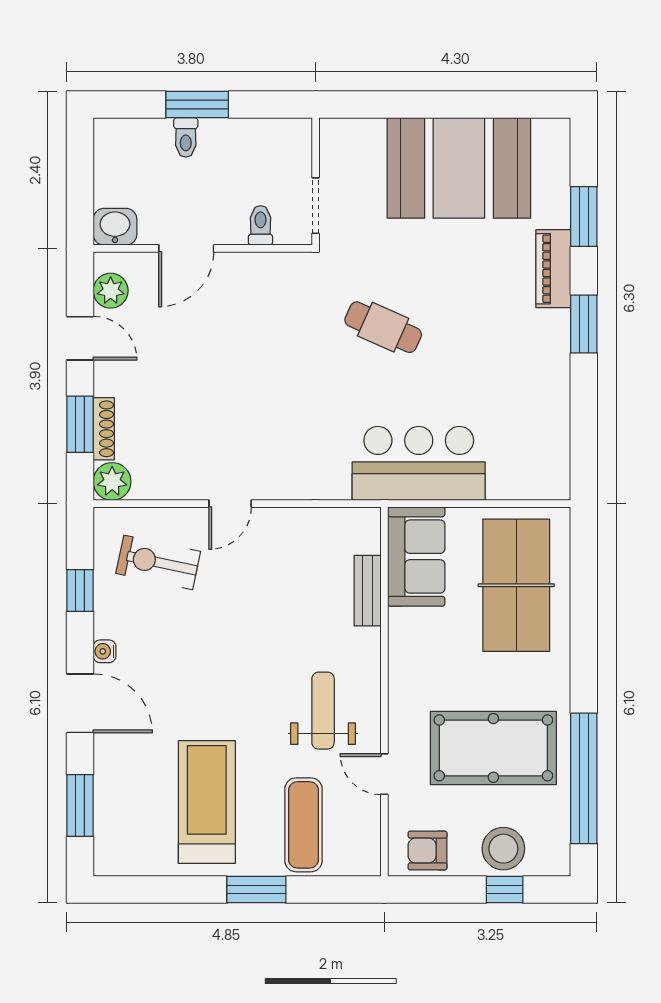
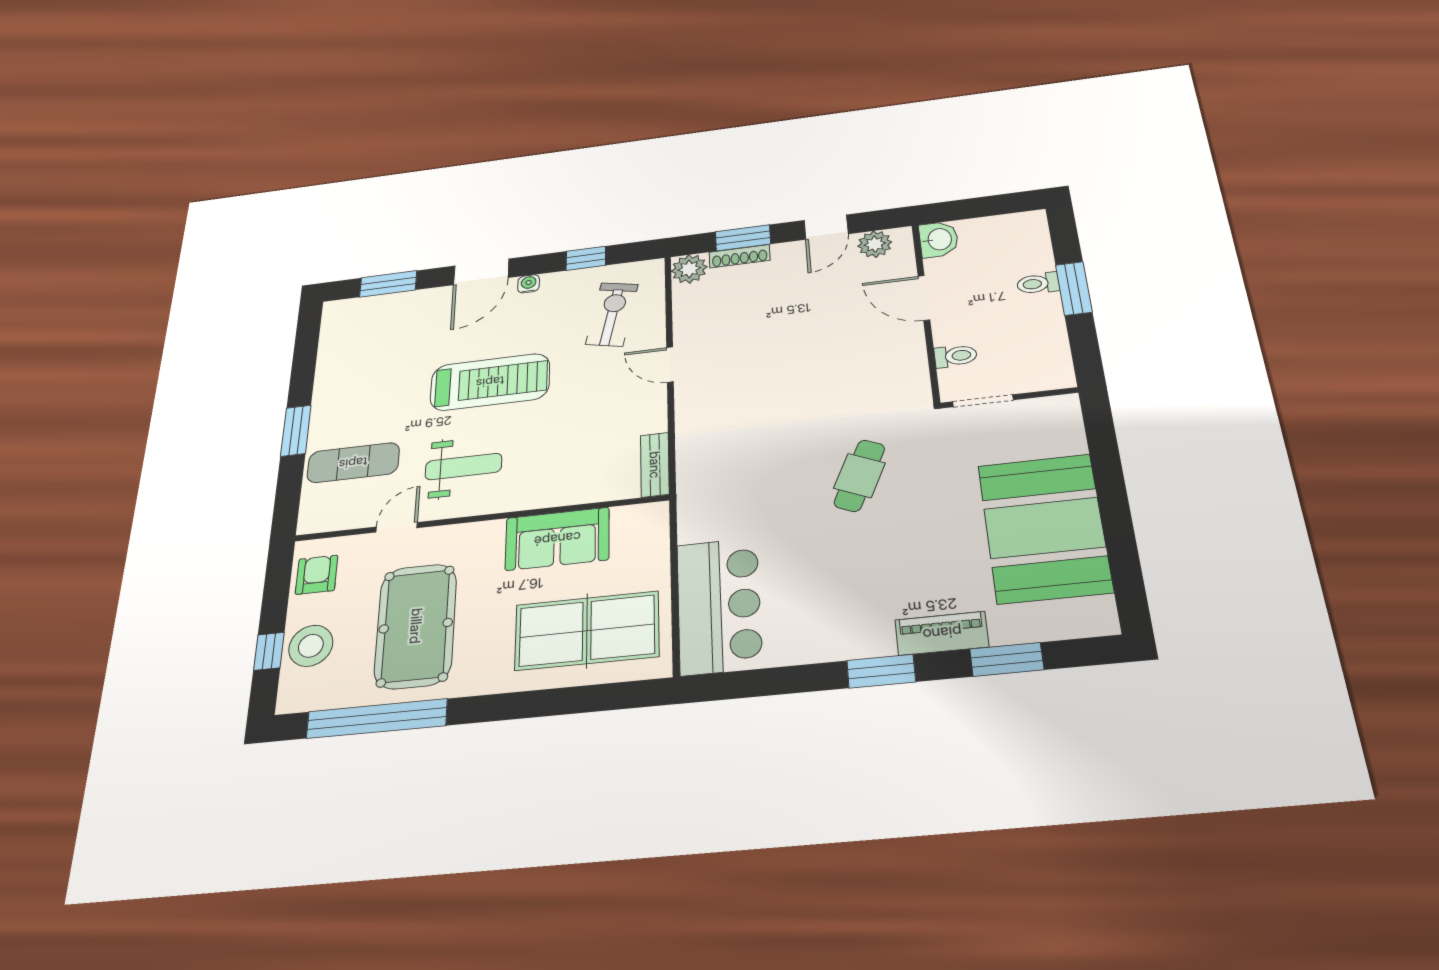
bar counter: (419, 463) -> (719, 606), moved
sofa: (416, 557) -> (557, 539), moved
bench: (368, 591) -> (655, 465), moved, turned 90
treadmill: (207, 802) -> (490, 382), moved

